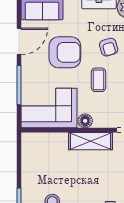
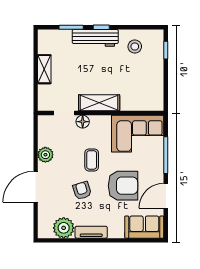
armchair: (65, 52) -> (123, 186), turned 180
floor lamp: (85, 121) -> (83, 122), moved

